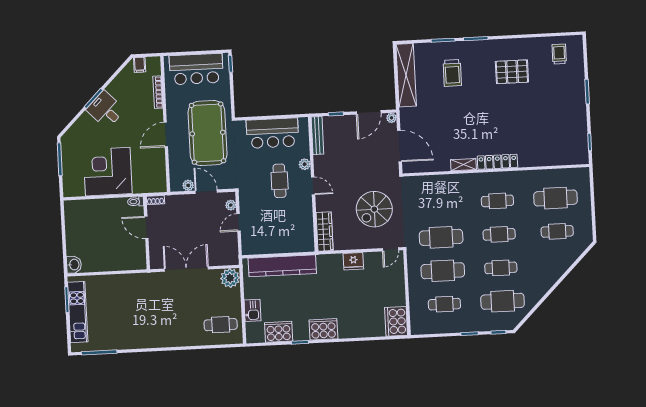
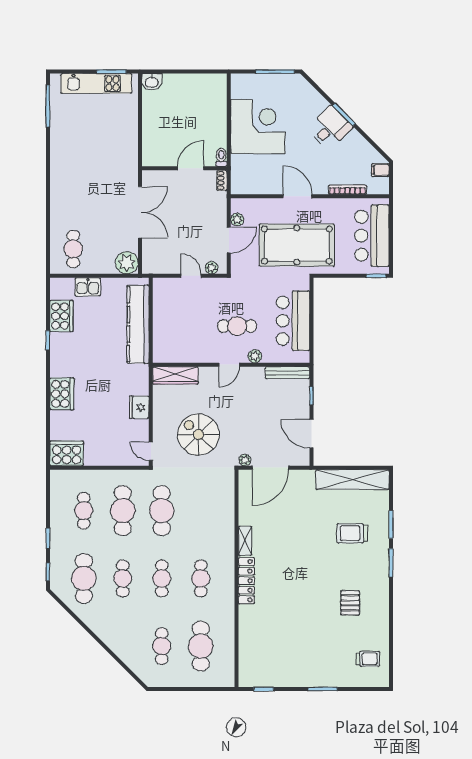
pallet: (512, 72) -> (350, 603), width x0.67, depth x0.71
plant: (391, 118) -> (245, 460), moved
cooker: (323, 329) -> (62, 394), moved

